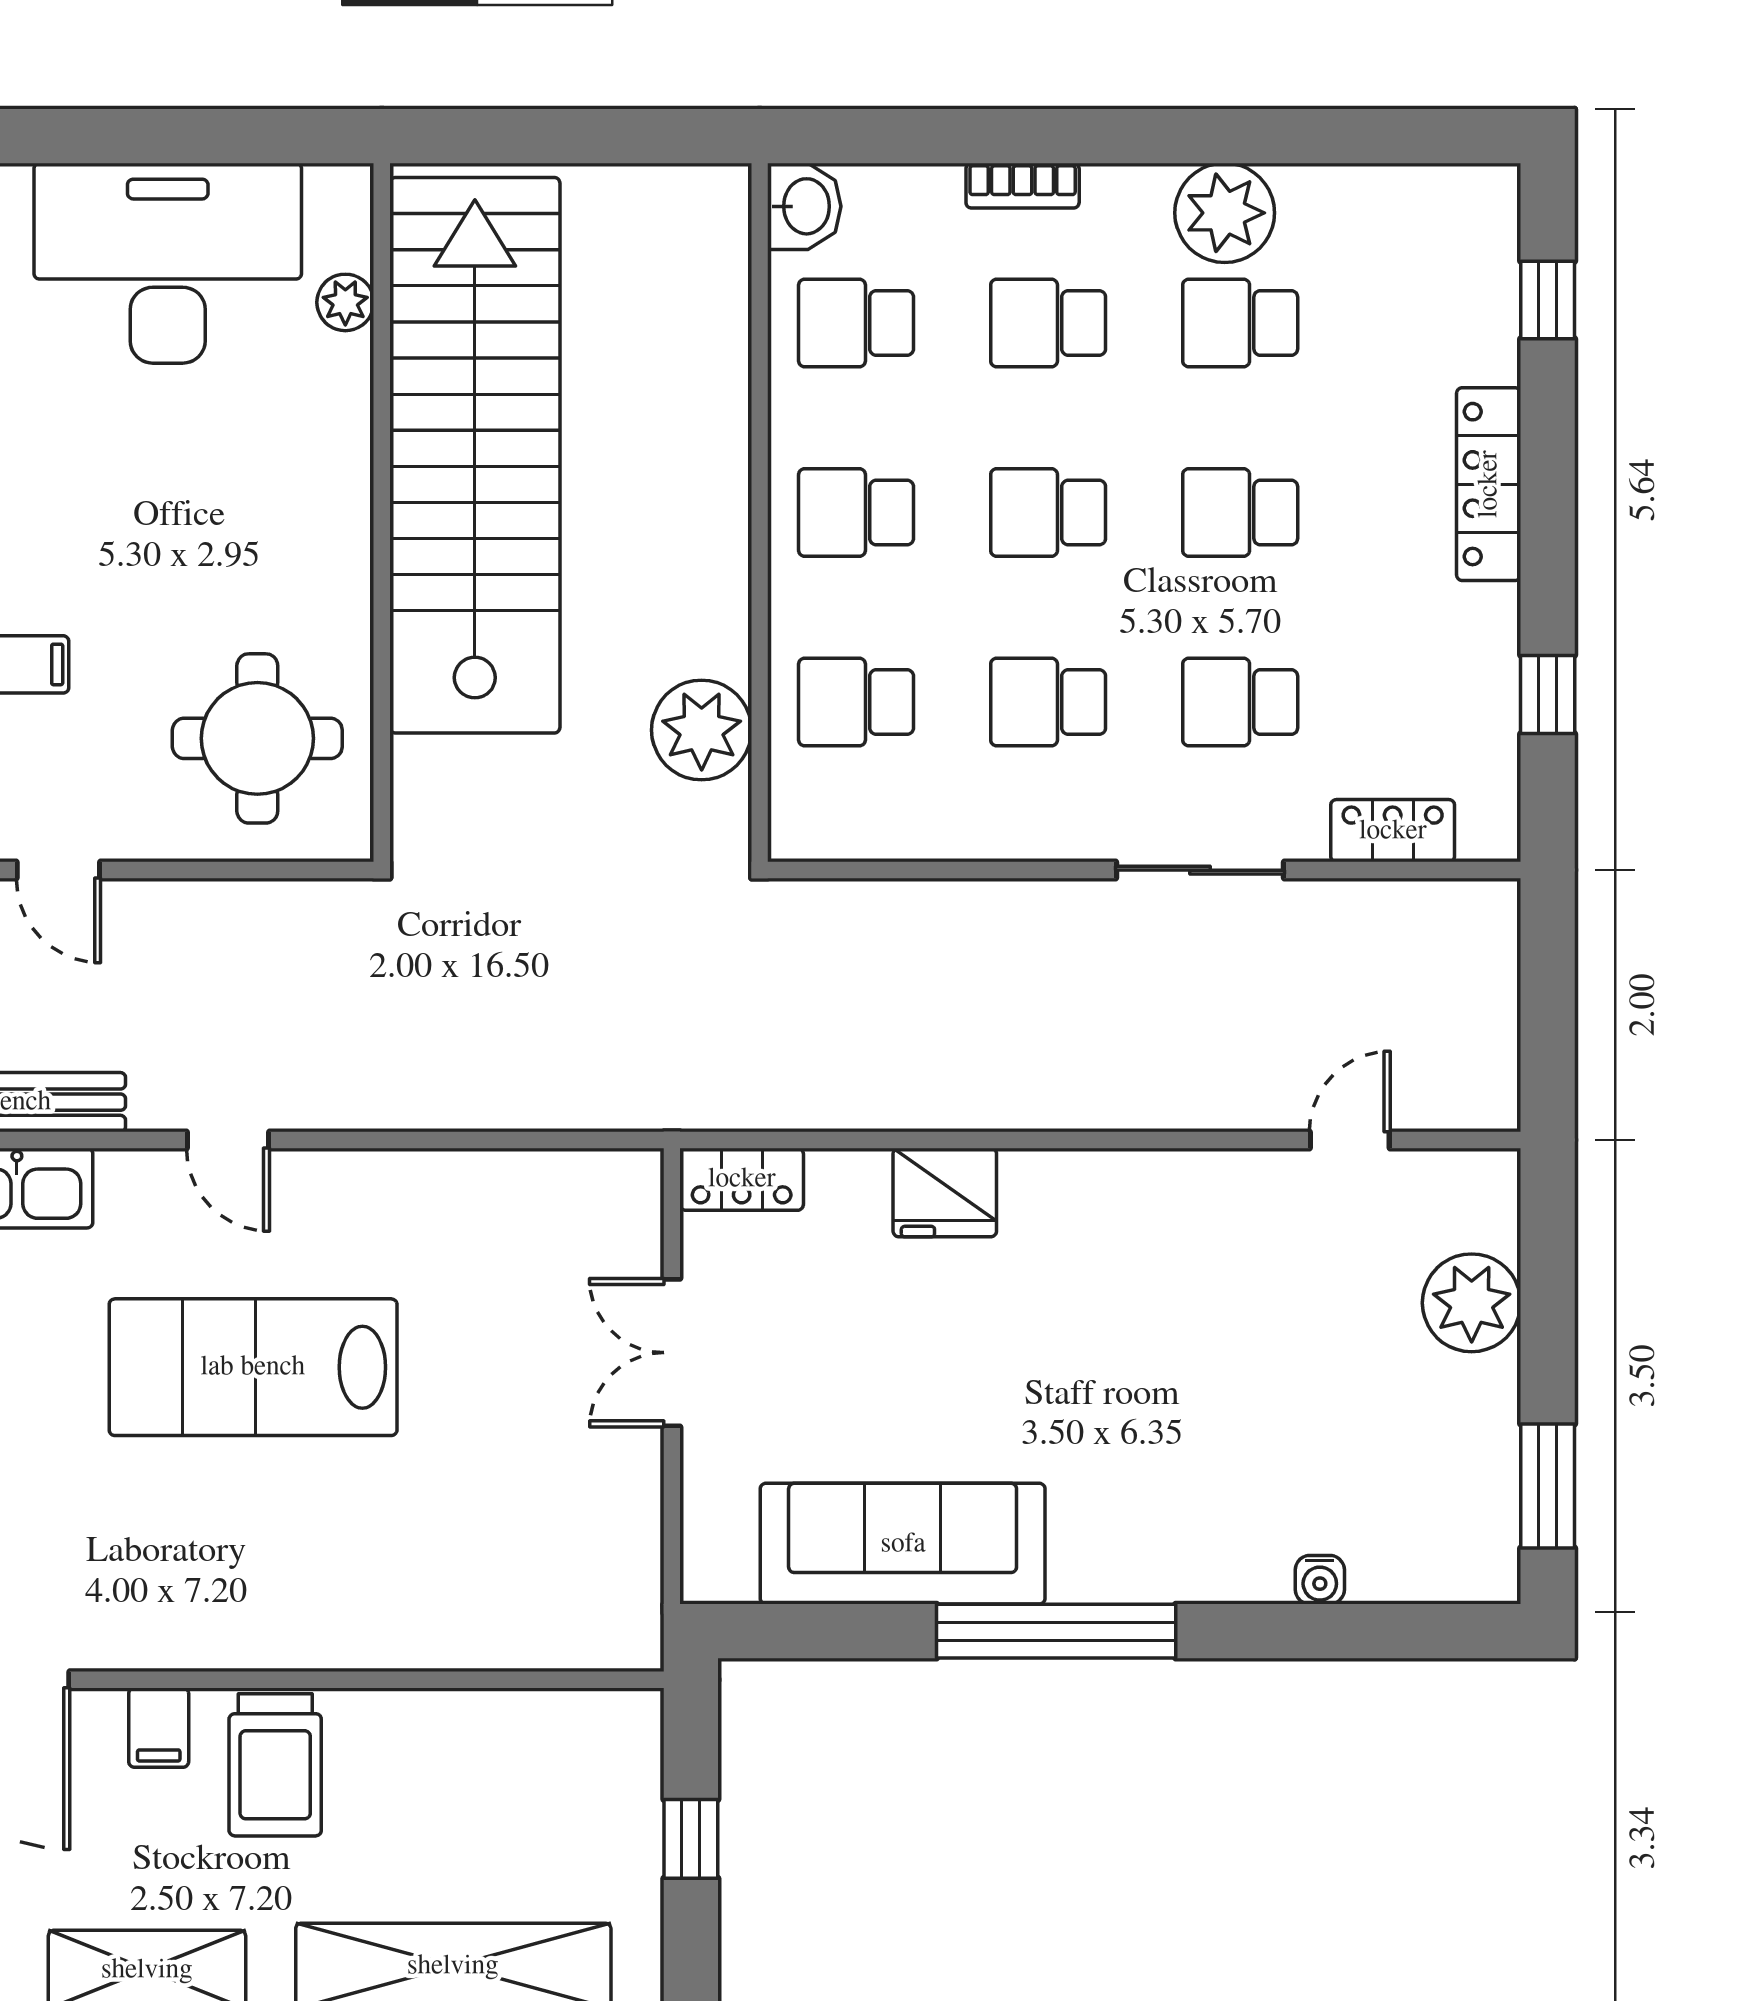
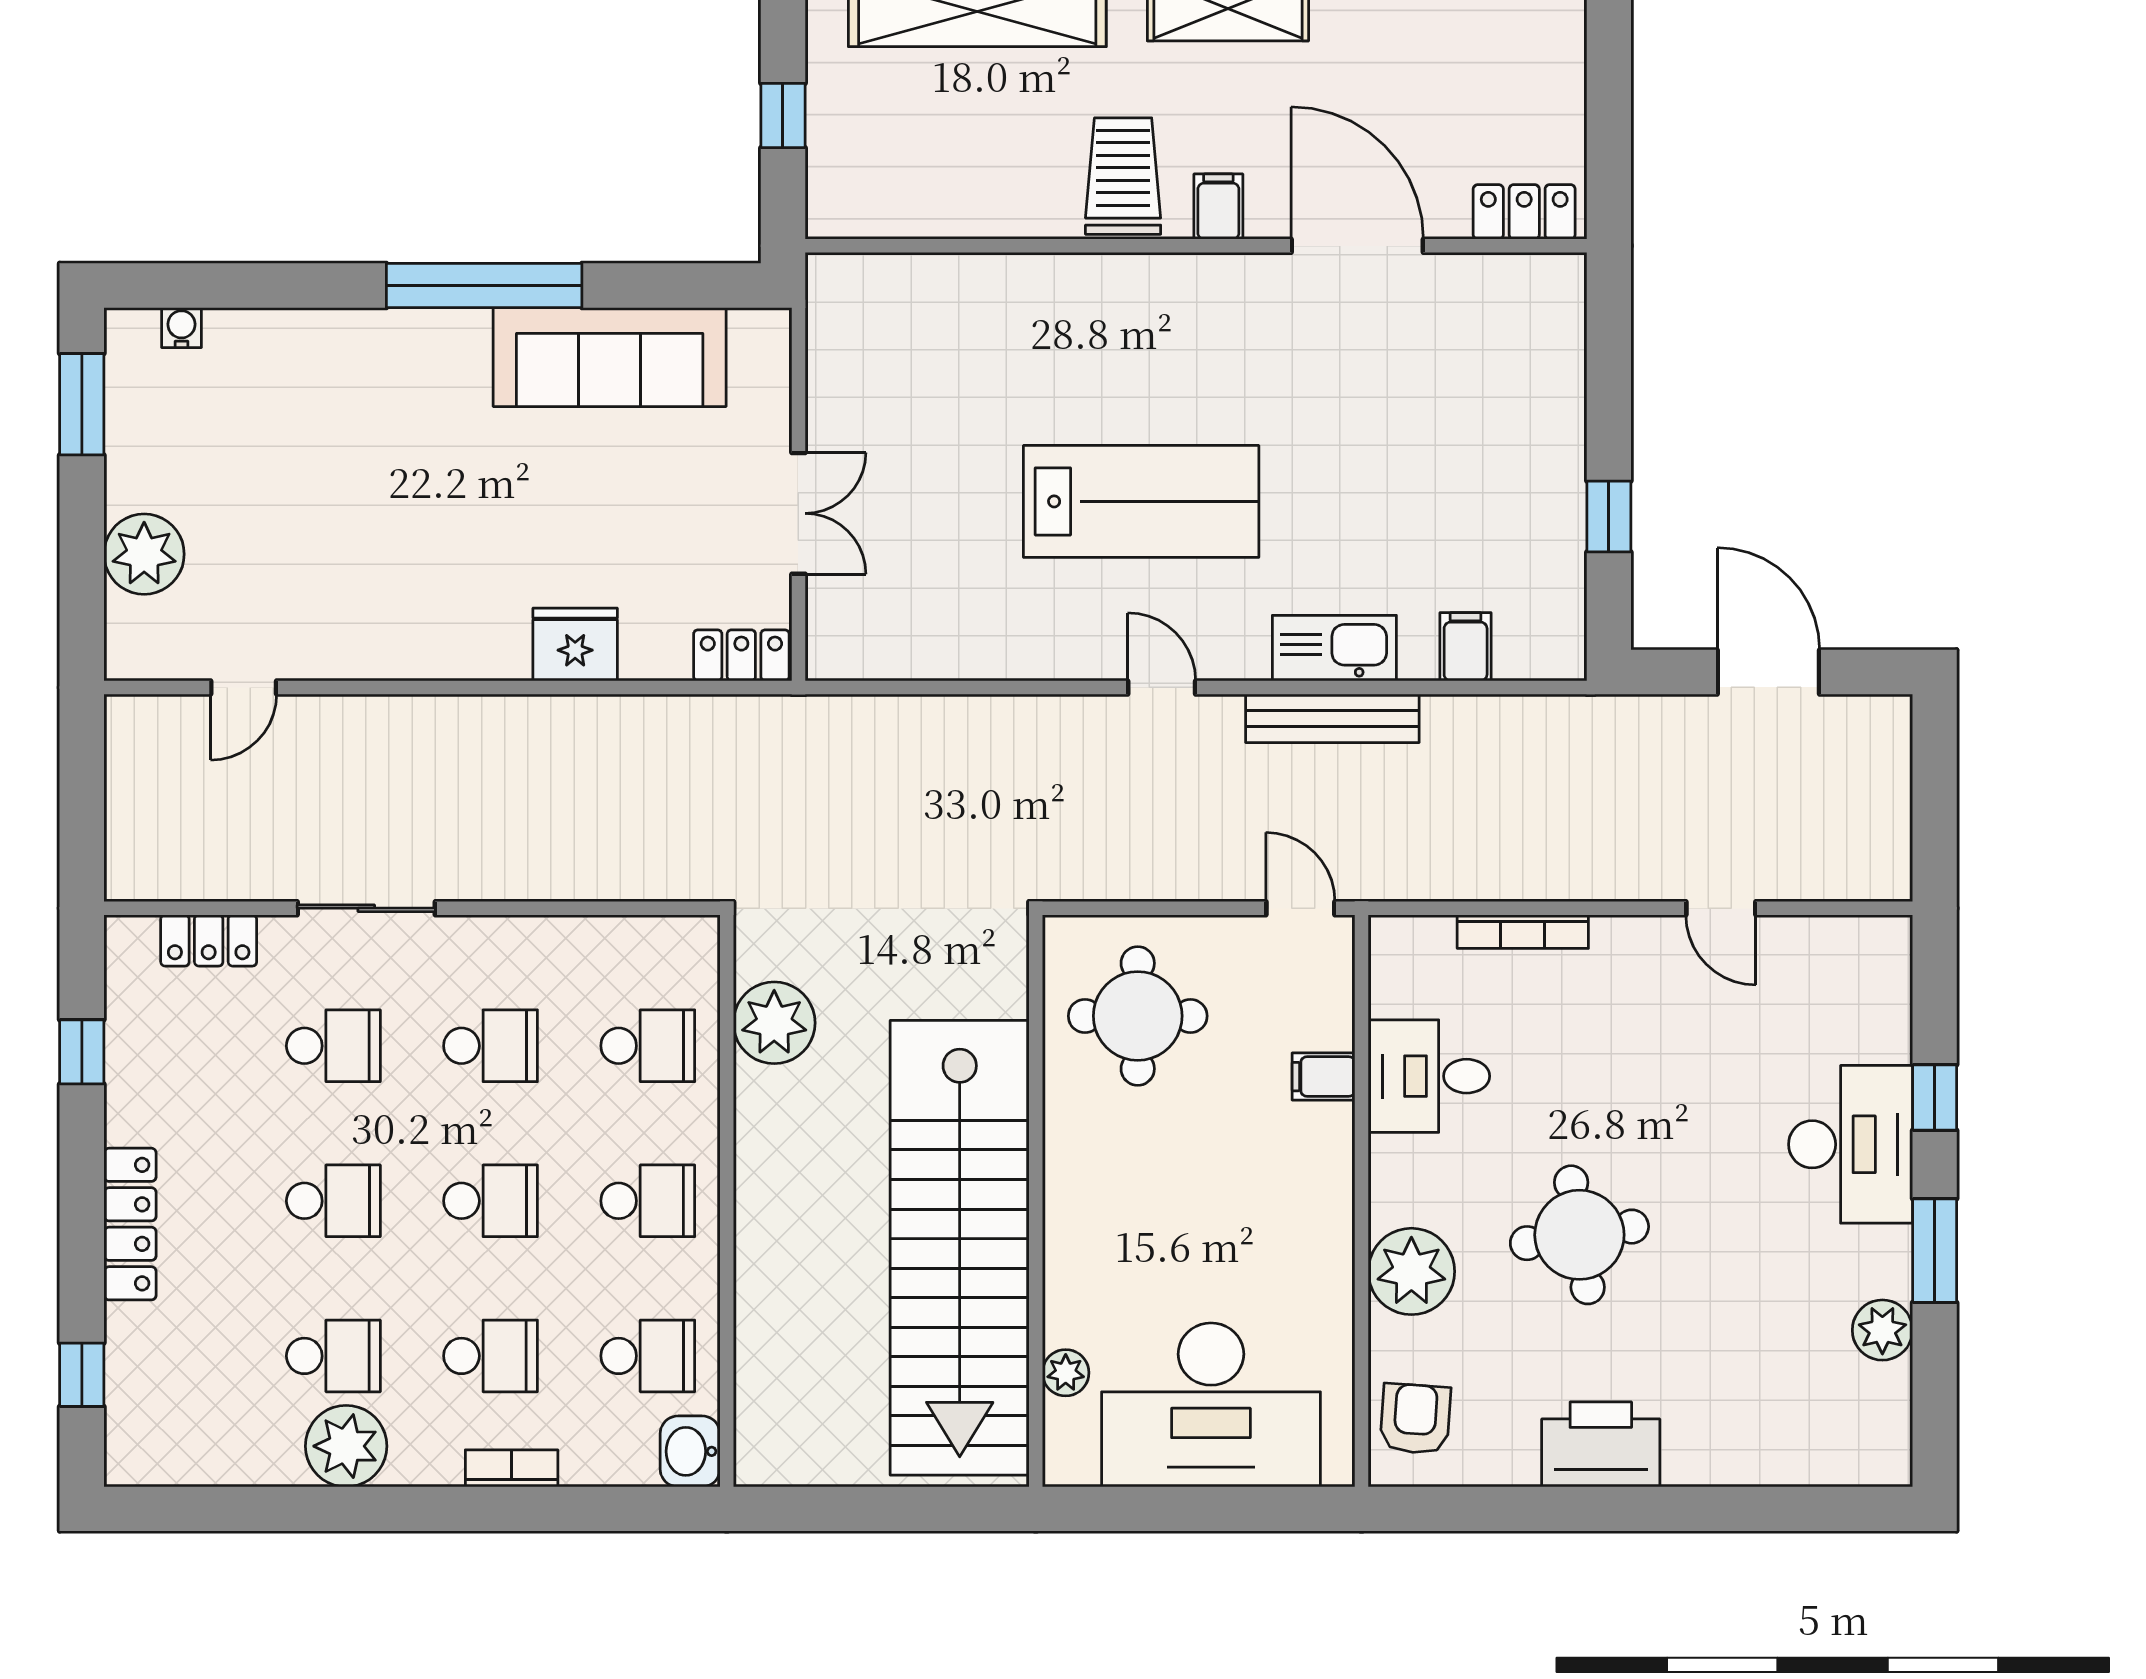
water cooler: (1320, 1580) -> (181, 328), moved

